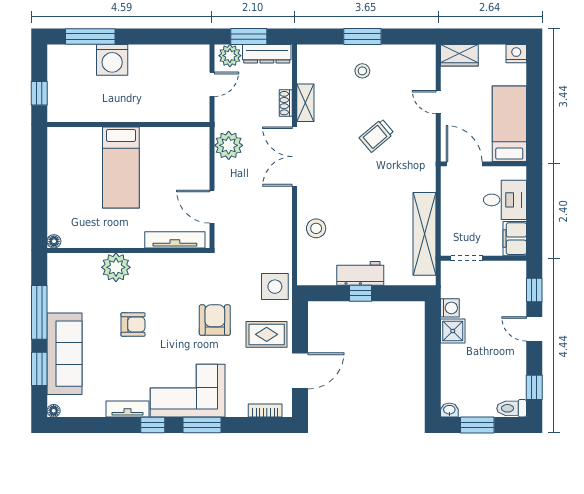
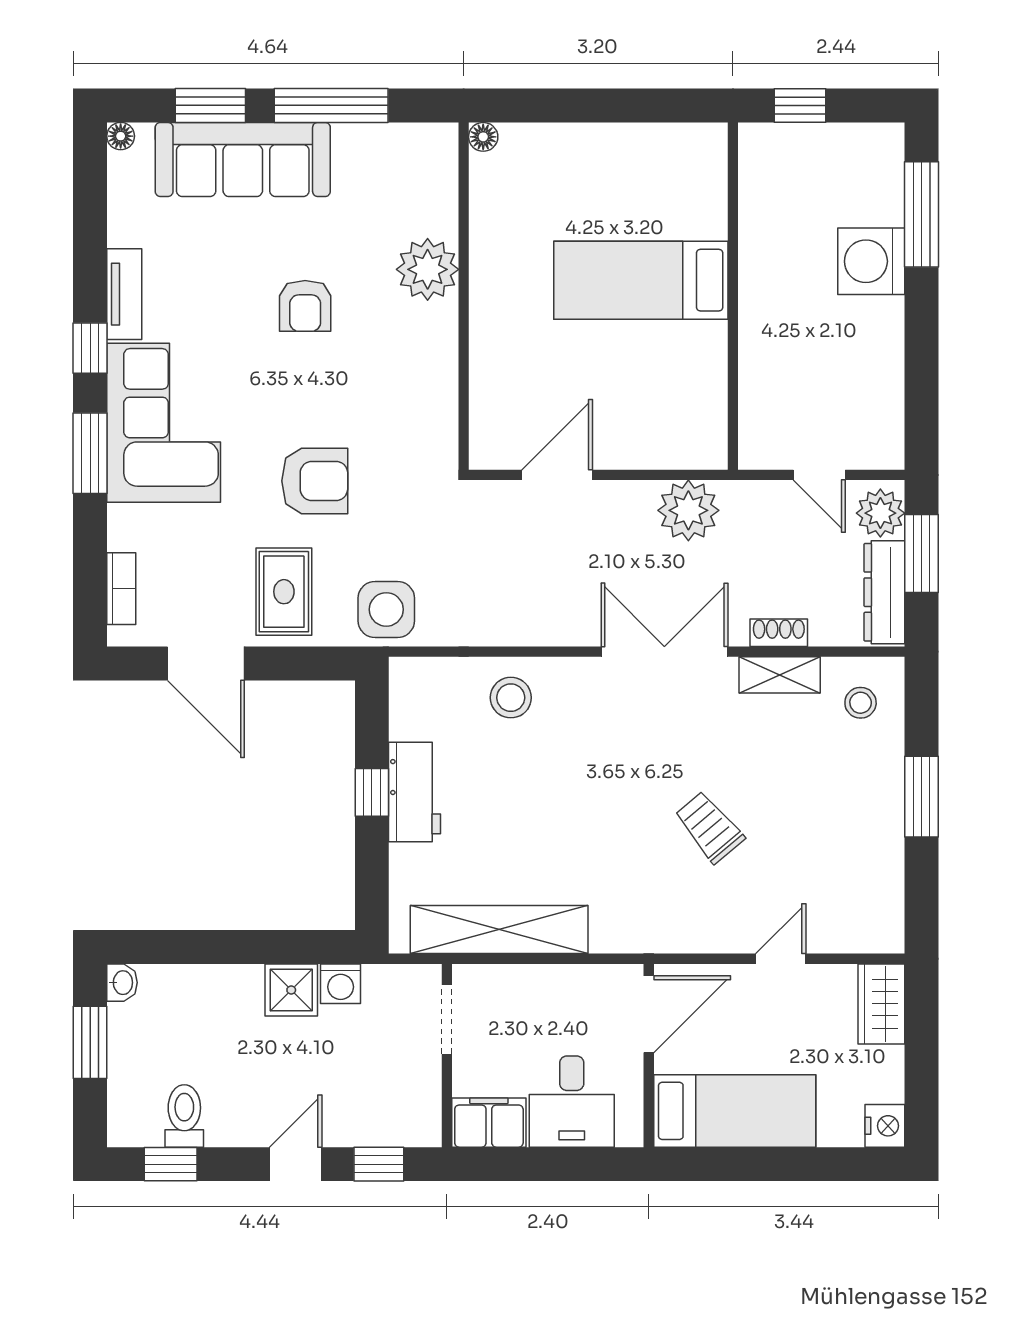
stool: (362, 71) -> (861, 703), moved
tv unit: (175, 240) -> (486, 395), removed
toilet: (512, 408) -> (184, 1116), moved

